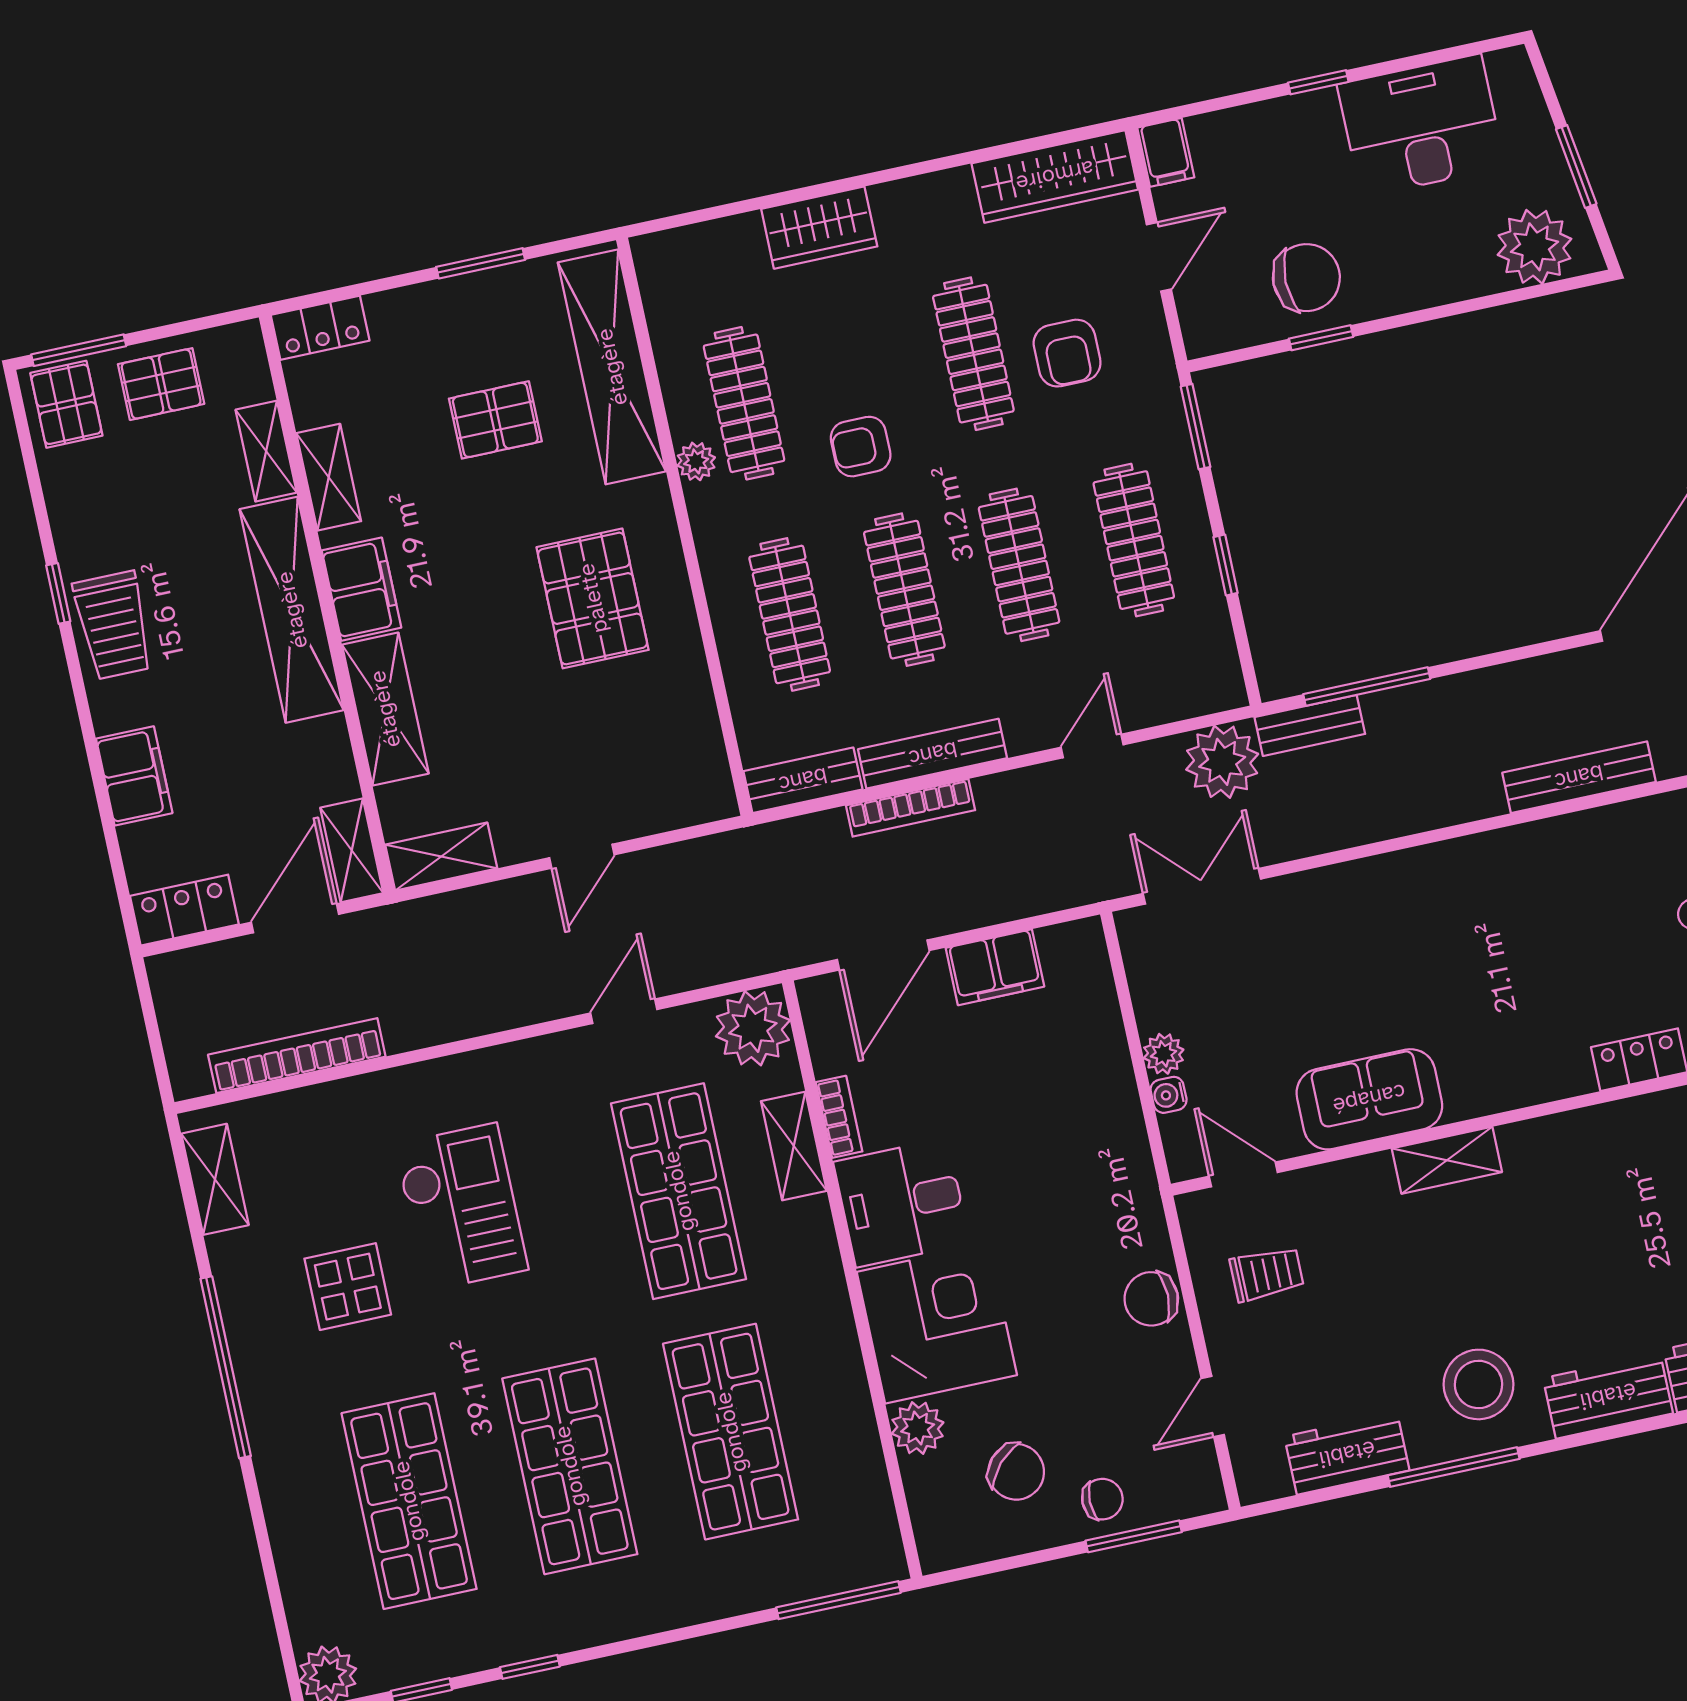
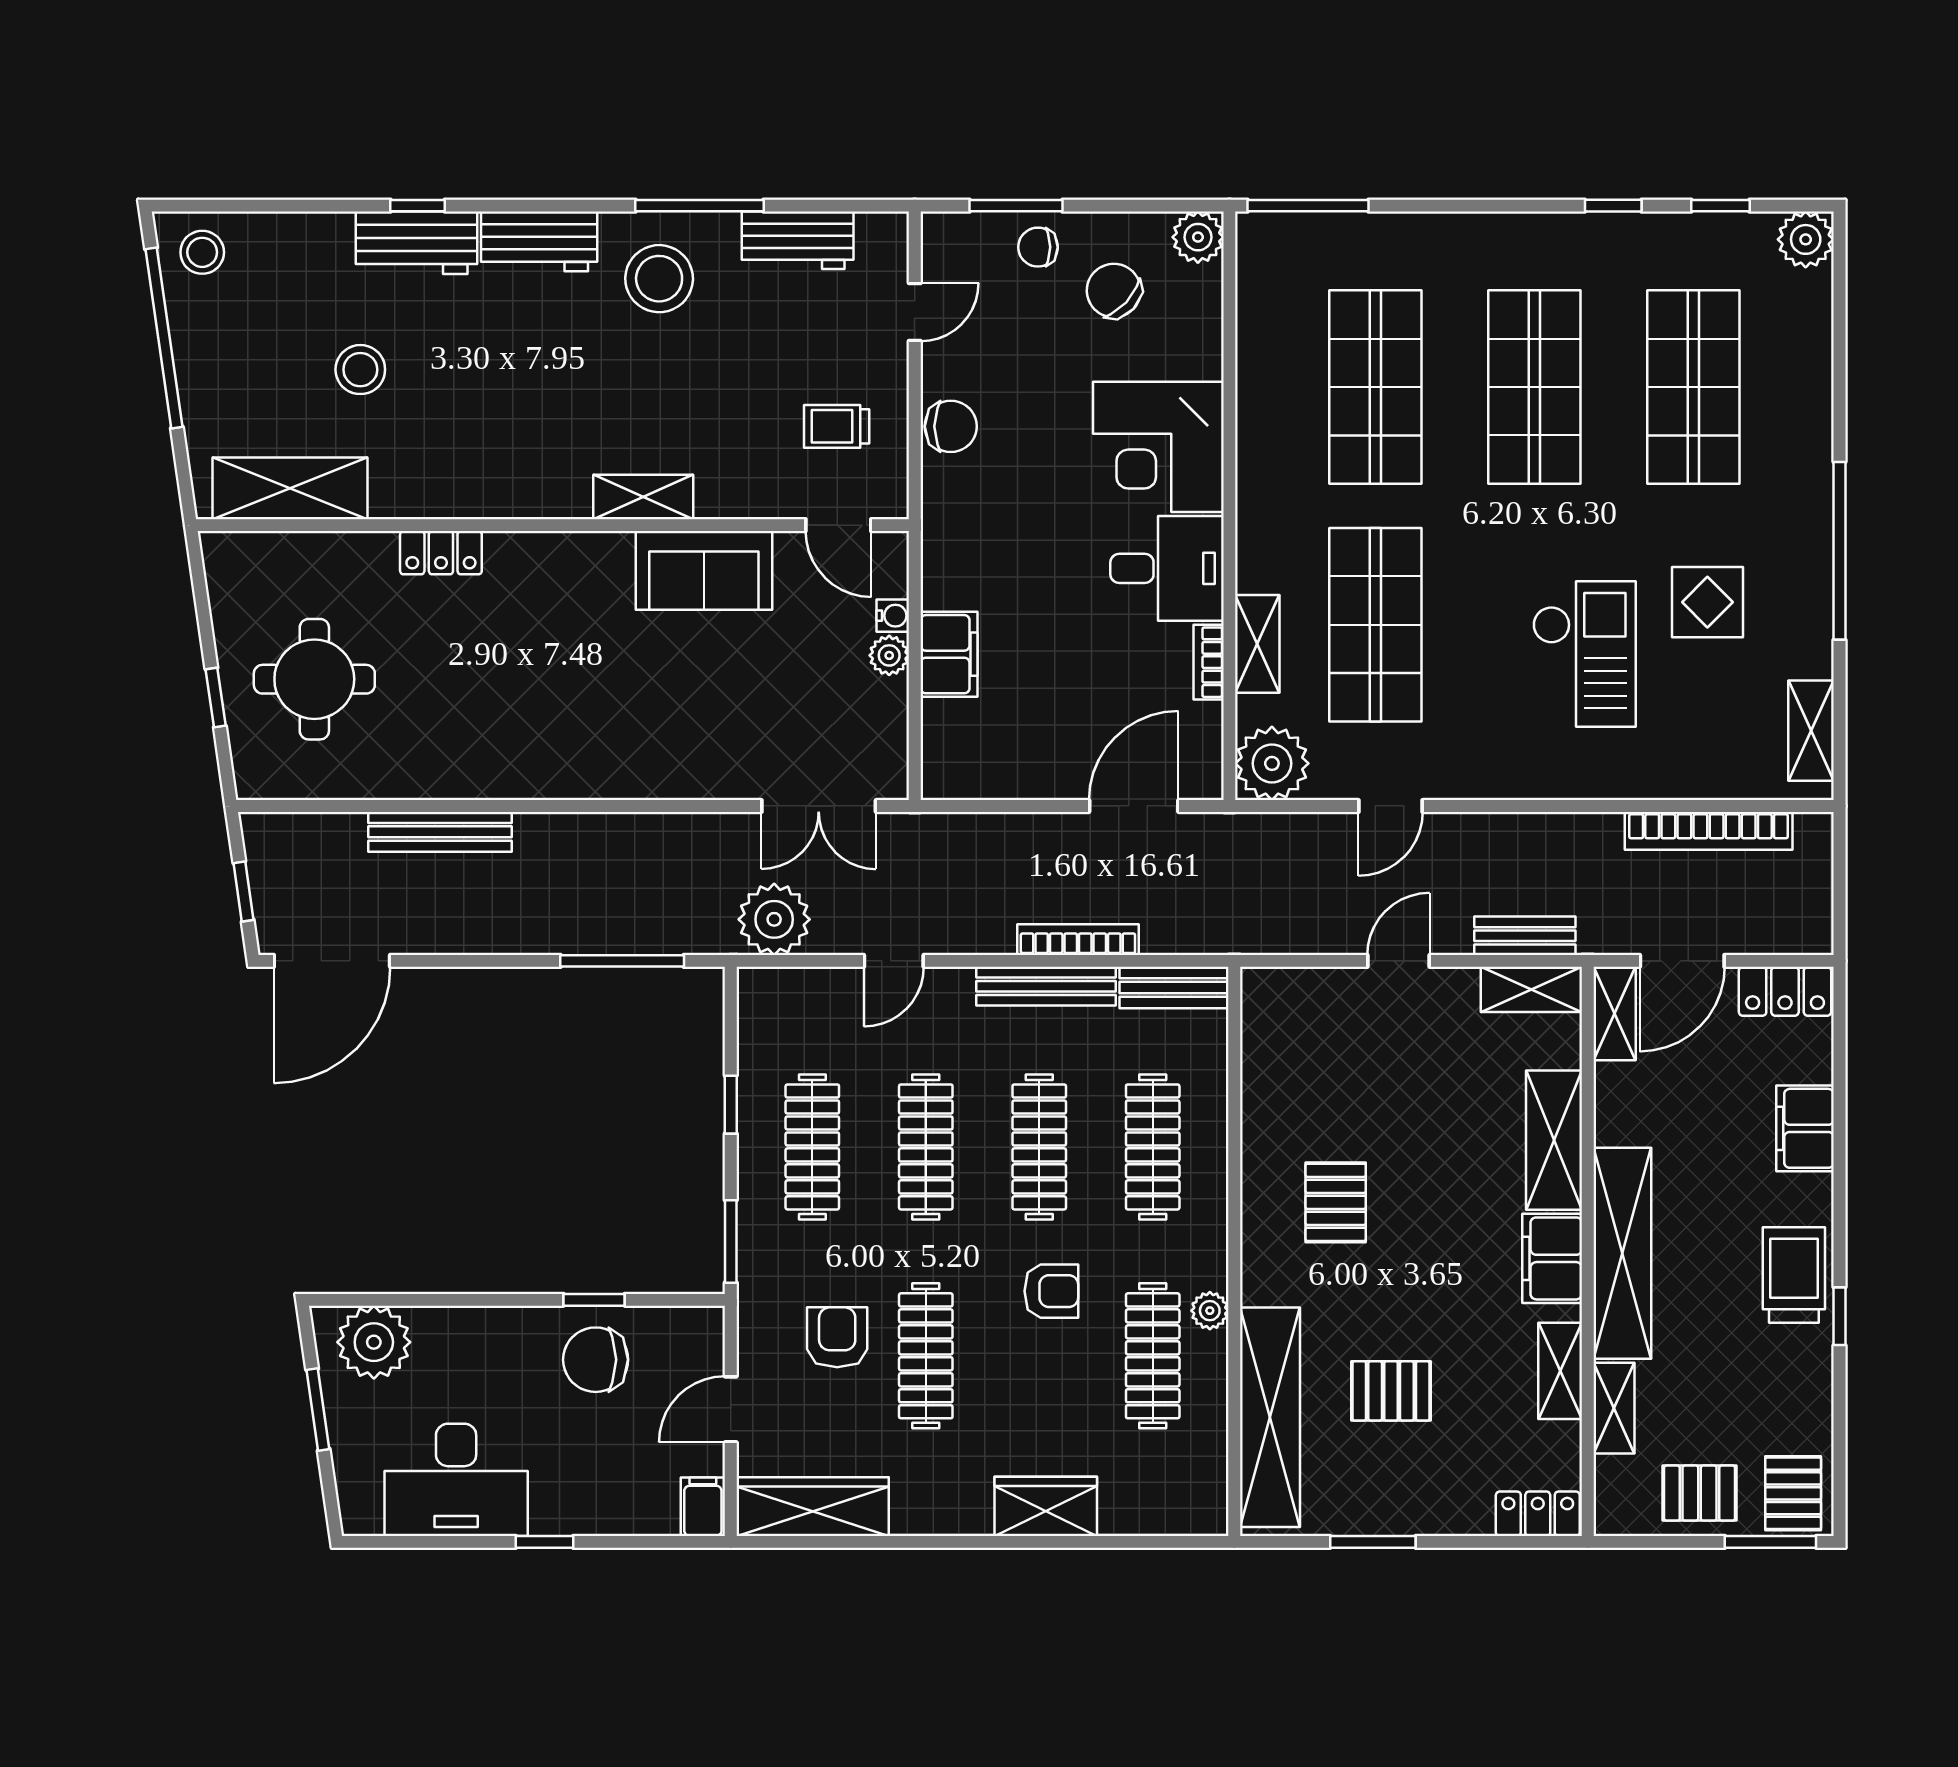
pallet: (593, 598) -> (1336, 1202), width x0.67, depth x0.71
bench: (1310, 725) -> (1525, 936), moved
filing cabinet: (995, 967) -> (949, 654), moved, turned 90
checkout: (461, 1207) -> (1584, 654), turned 180
plant: (918, 1428) -> (1198, 237), moved

